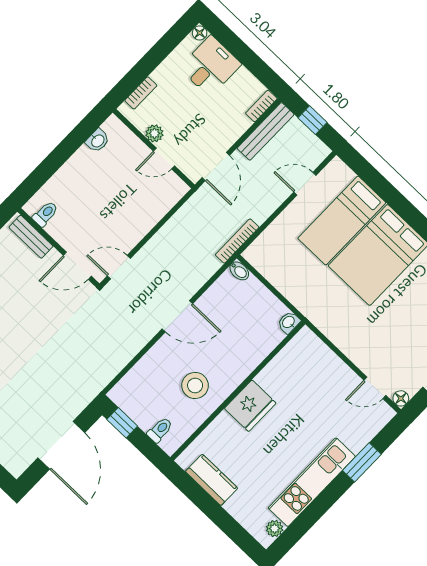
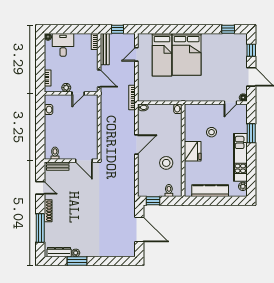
door: (77, 266) -> (84, 161), hinge flipped
door: (119, 267) -> (99, 147), removed
stool: (305, 404) -> (212, 132), added
kitchen counter: (212, 480) -> (210, 191), width x1.50

